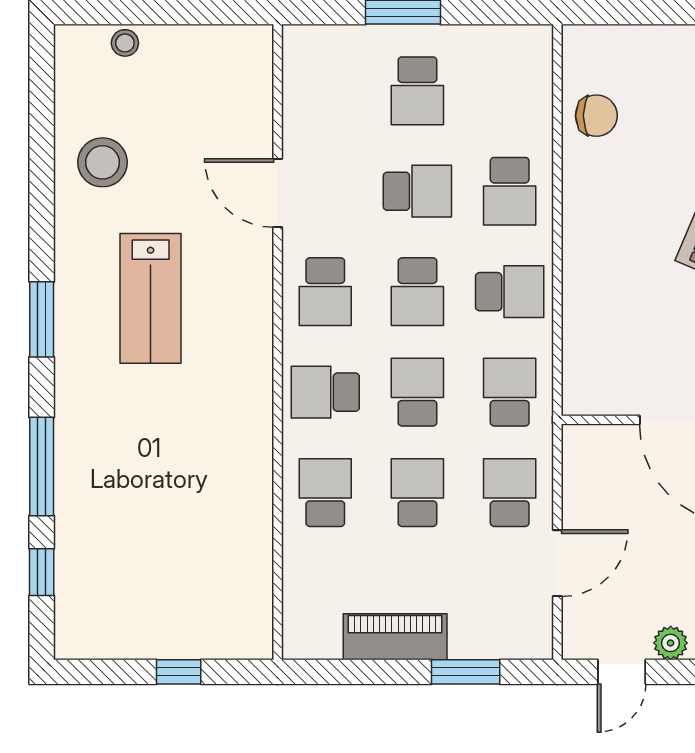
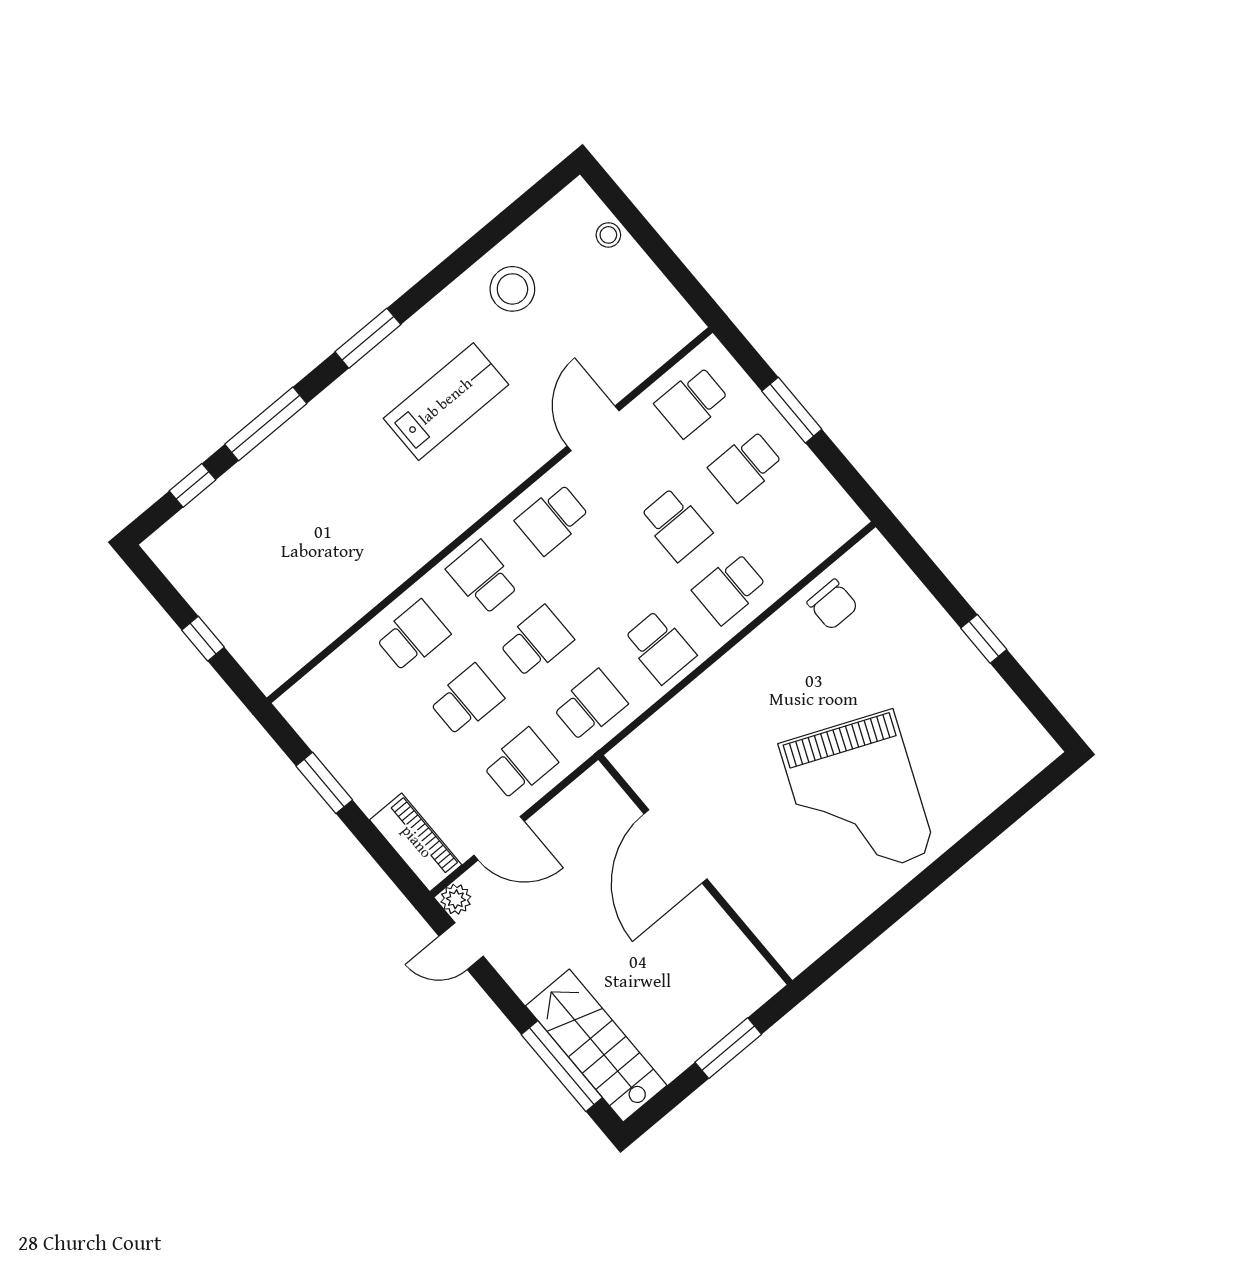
school desk: (417, 292) -> (692, 402), moved
lab bench: (151, 298) -> (446, 402), turned 180
piano: (395, 637) -> (416, 842), moved
plant: (671, 643) -> (456, 899), moved
window: (466, 672) -> (324, 783), moved

